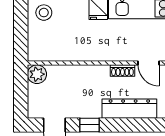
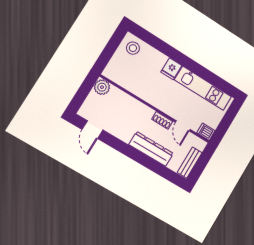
window: (90, 125) -> (117, 144), removed

